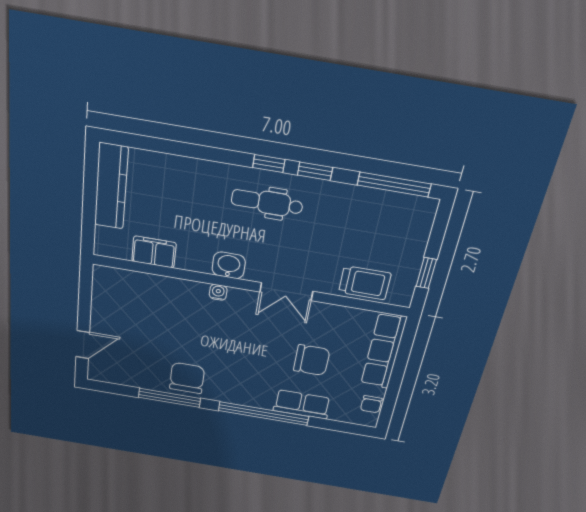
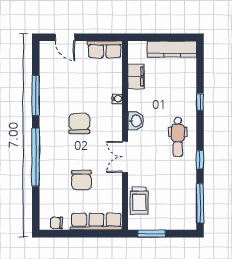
window: (269, 164) -> (200, 102), moved
dental chair: (267, 202) -> (178, 137), turned 180
window: (426, 273) -> (152, 234), width x1.50
water cooler: (218, 292) -> (117, 99), moved
chair: (187, 378) -> (79, 123), moved, turned -90
row of seats: (302, 404) -> (105, 49), moved, turned 90

